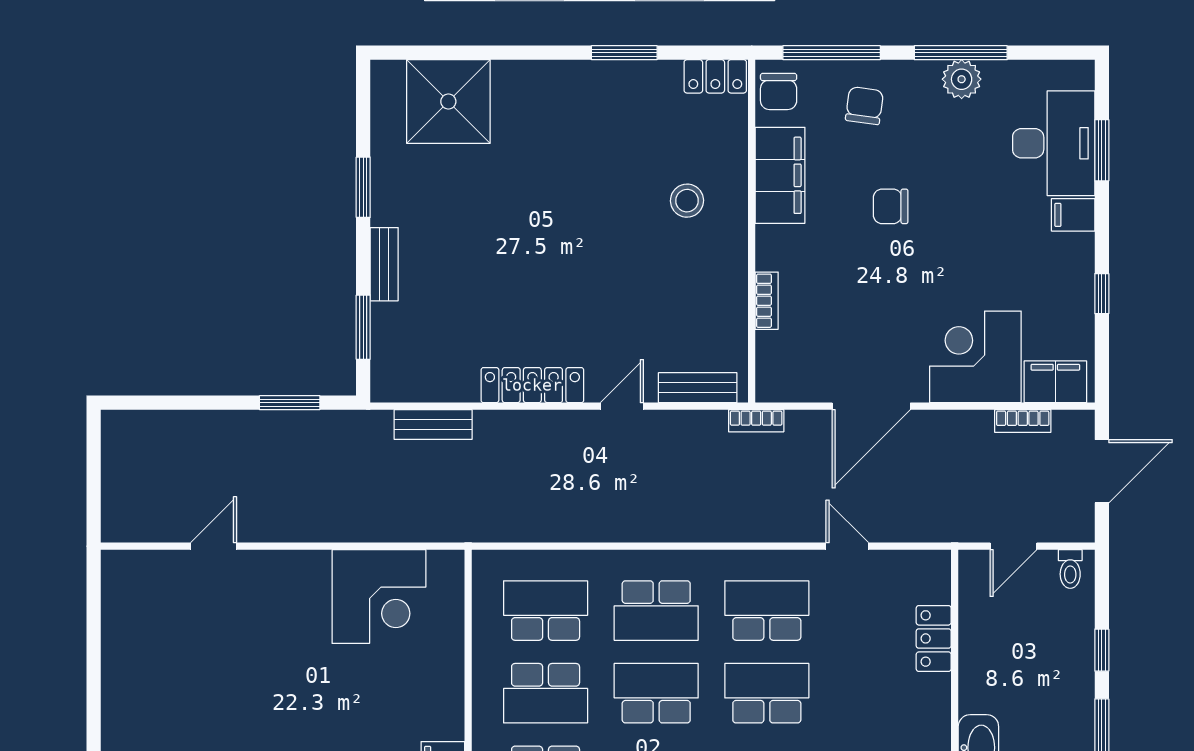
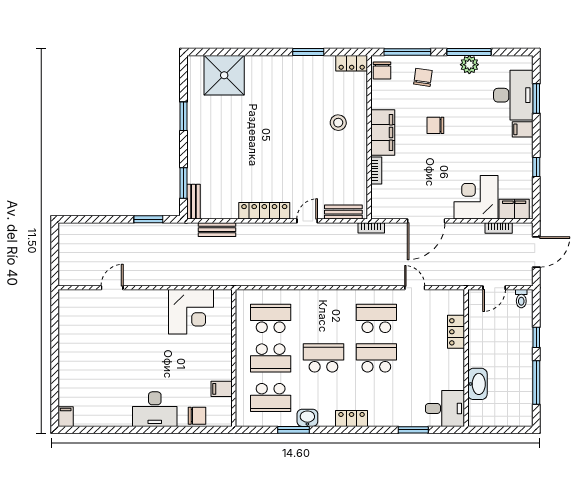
filing cabinet: (780, 175) -> (383, 133), moved
bench: (384, 264) -> (194, 202), moved
school desk: (656, 611) -> (323, 318), removed

